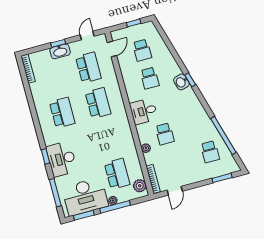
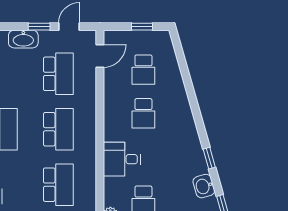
window: (58, 43) -> (39, 27), moved
window: (190, 80) -> (209, 158), moved
washbasin: (181, 82) -> (204, 186), moved
school desk: (108, 138) -> (58, 185), added

